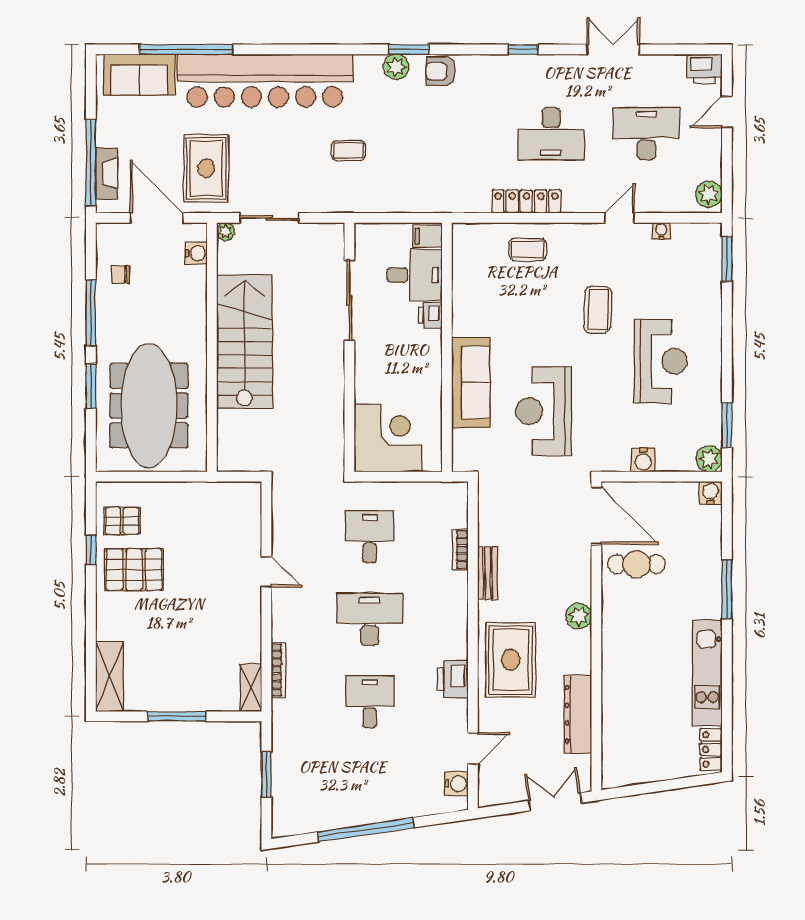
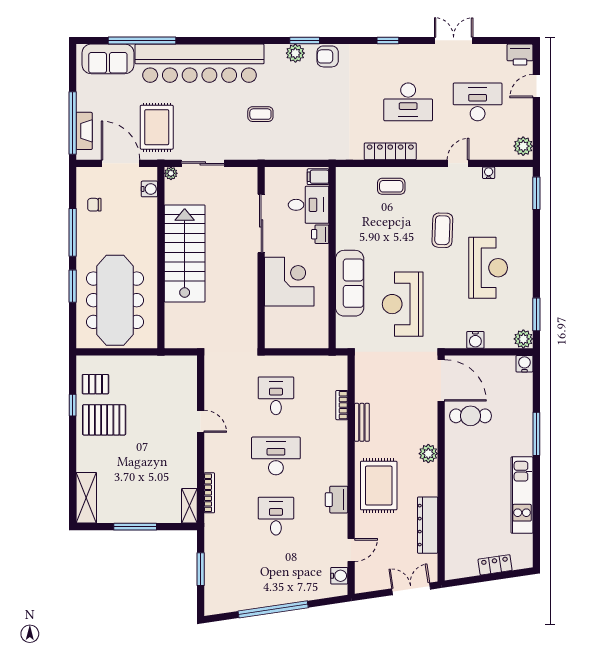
corner desk: (388, 438) -> (289, 282), moved
locker: (711, 750) -> (495, 565), moved, turned 82

